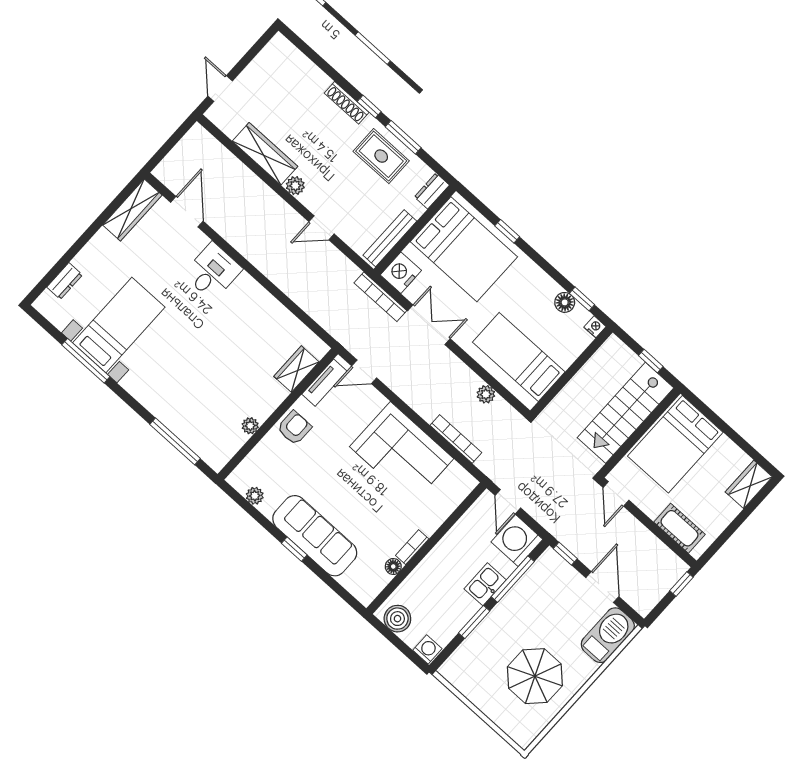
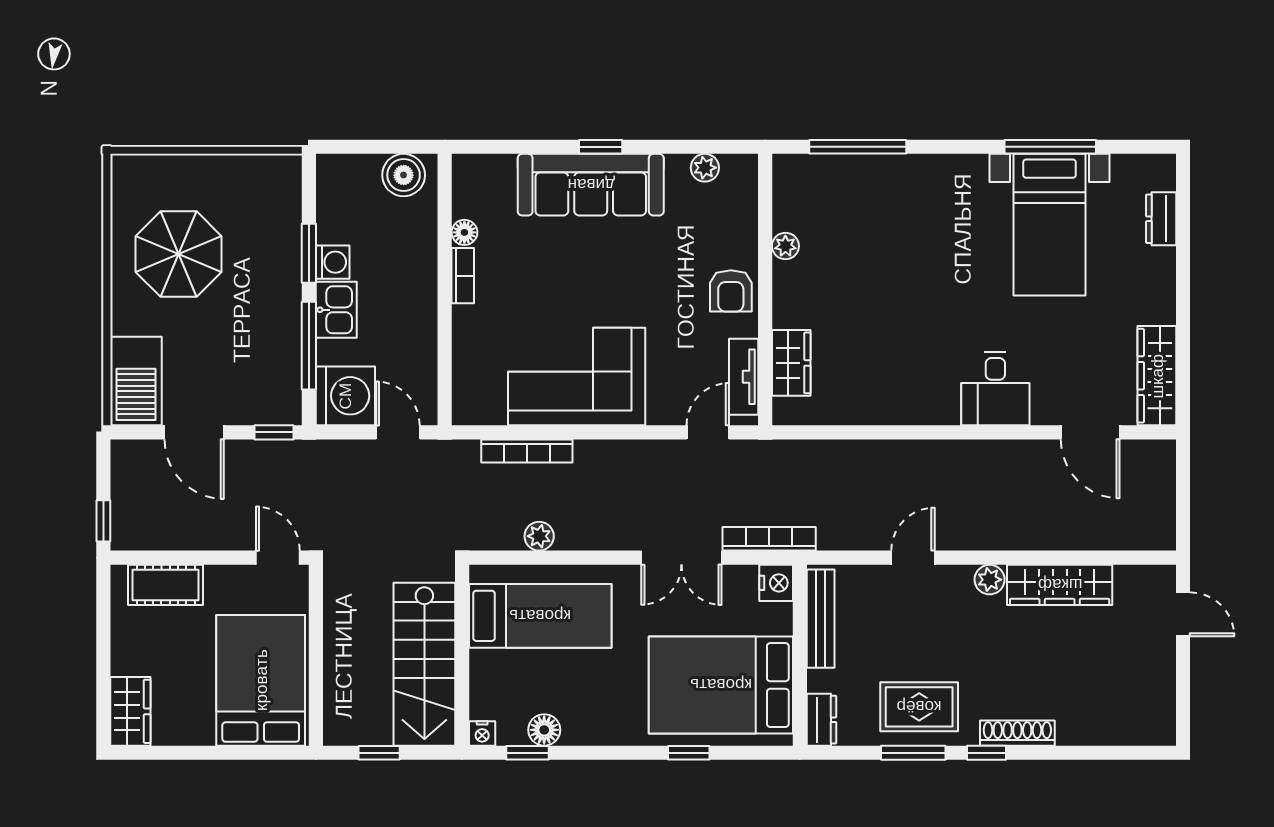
nightstand: (401, 273) -> (776, 583), width x0.74, depth x0.75
stairs: (626, 413) -> (424, 664), moved, turned 180
washing machine: (427, 649) -> (333, 262), moved, turned -90

